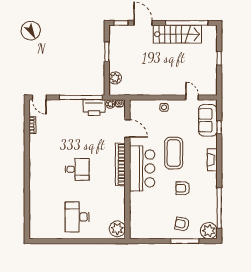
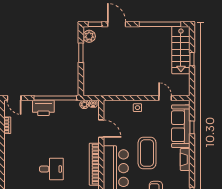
stairs: (177, 34) -> (181, 50), moved, turned 90
plant: (115, 78) -> (89, 36), moved
printer: (94, 107) -> (43, 108), moved
sofa: (208, 120) -> (181, 126), width x1.36

